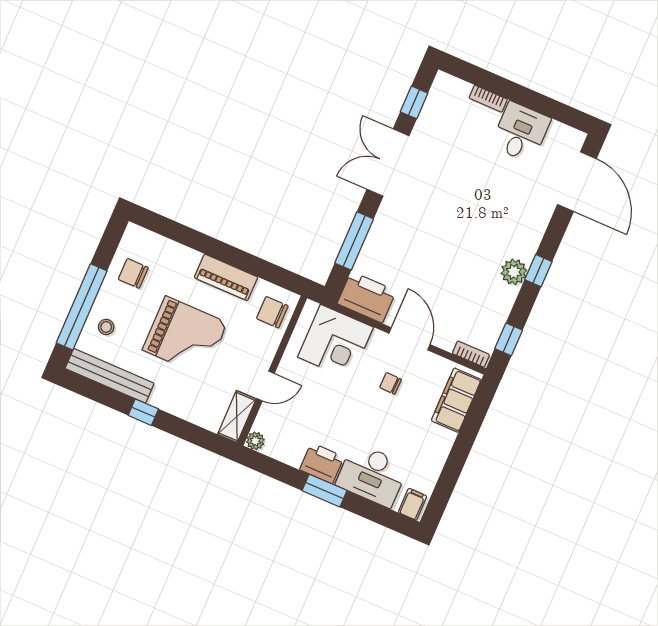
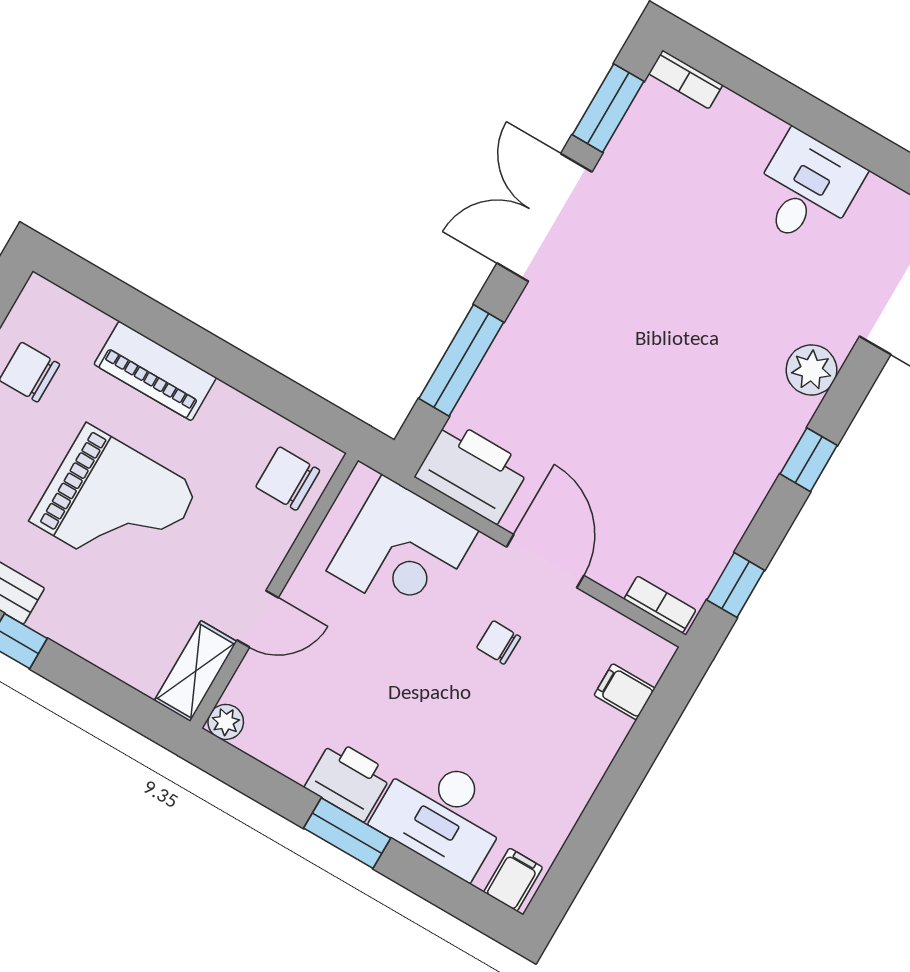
bookcase: (488, 99) -> (686, 79), moved
window: (414, 102) -> (608, 108), width x1.50
plant: (514, 272) -> (811, 370), moved
piano: (226, 277) -> (155, 371), moved
filing cabinet: (456, 400) -> (625, 692), width x0.33, depth x0.86

